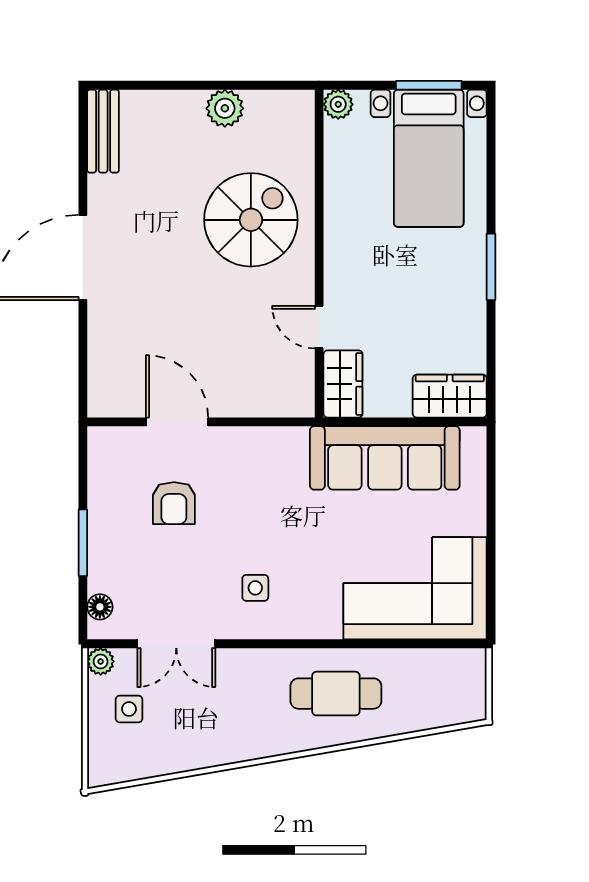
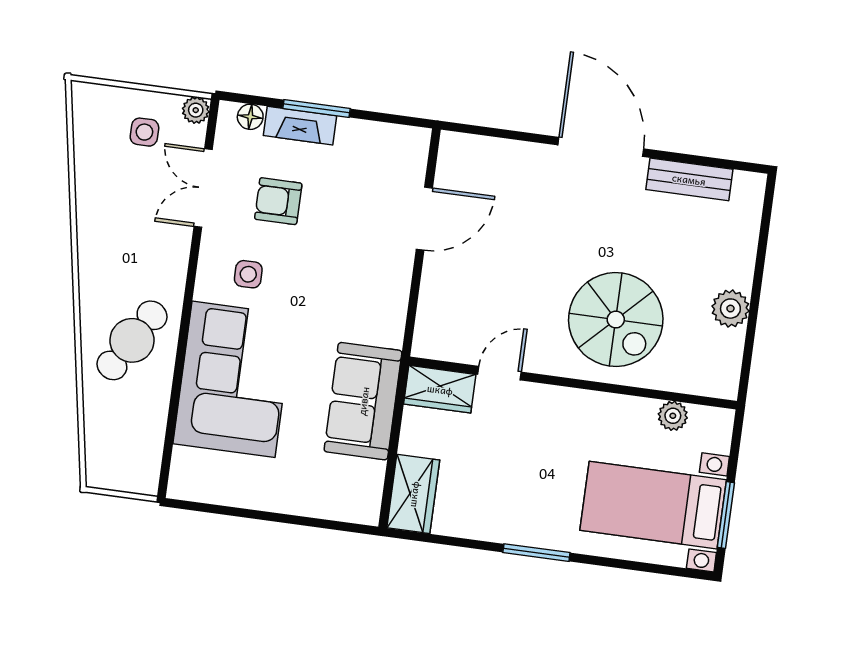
plant: (338, 104) -> (673, 416), moved
bench: (103, 131) -> (689, 179), moved
sofa: (385, 458) -> (363, 401), width x0.73
armchair: (174, 503) -> (278, 201), moved
fireplace: (102, 557) -> (300, 126), added
corner sofa: (415, 588) -> (234, 379), moved
cafe table: (336, 694) -> (132, 340), turned 31

